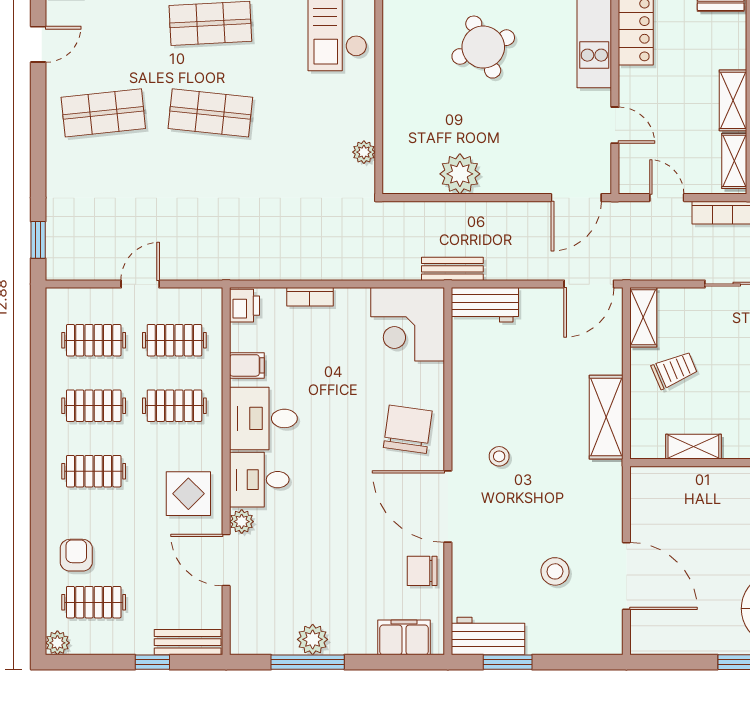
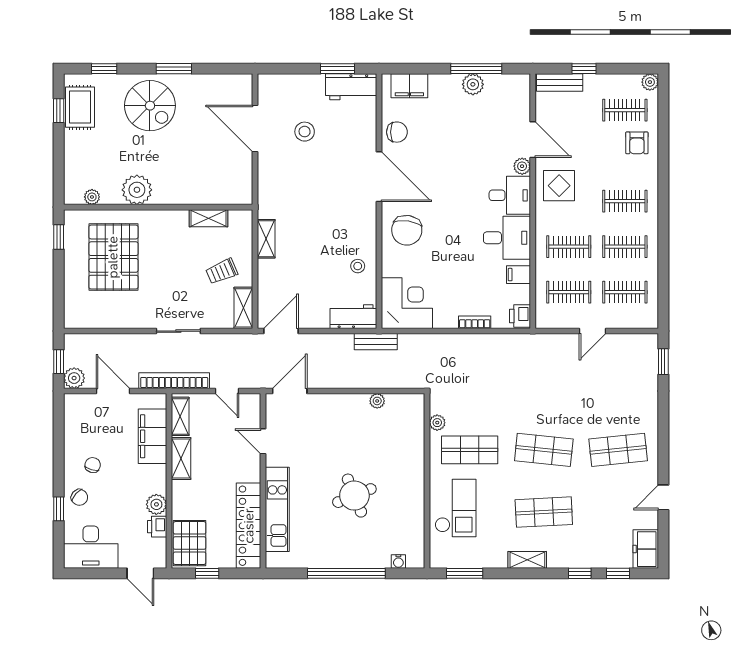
shop shelf: (317, 113) -> (470, 450), added
plant: (460, 174) -> (377, 401), width x0.53, depth x0.53
shelving: (606, 417) -> (266, 239), width x0.67, depth x0.75
stool: (499, 456) -> (358, 266), moved

